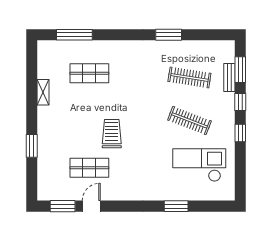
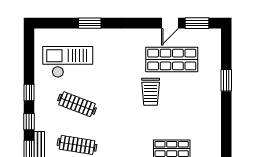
shelving: (43, 92) -> (216, 131), removed
checkout: (199, 165) -> (68, 62), turned 180
shop shelf: (89, 168) -> (172, 60), width x1.43, depth x1.36

